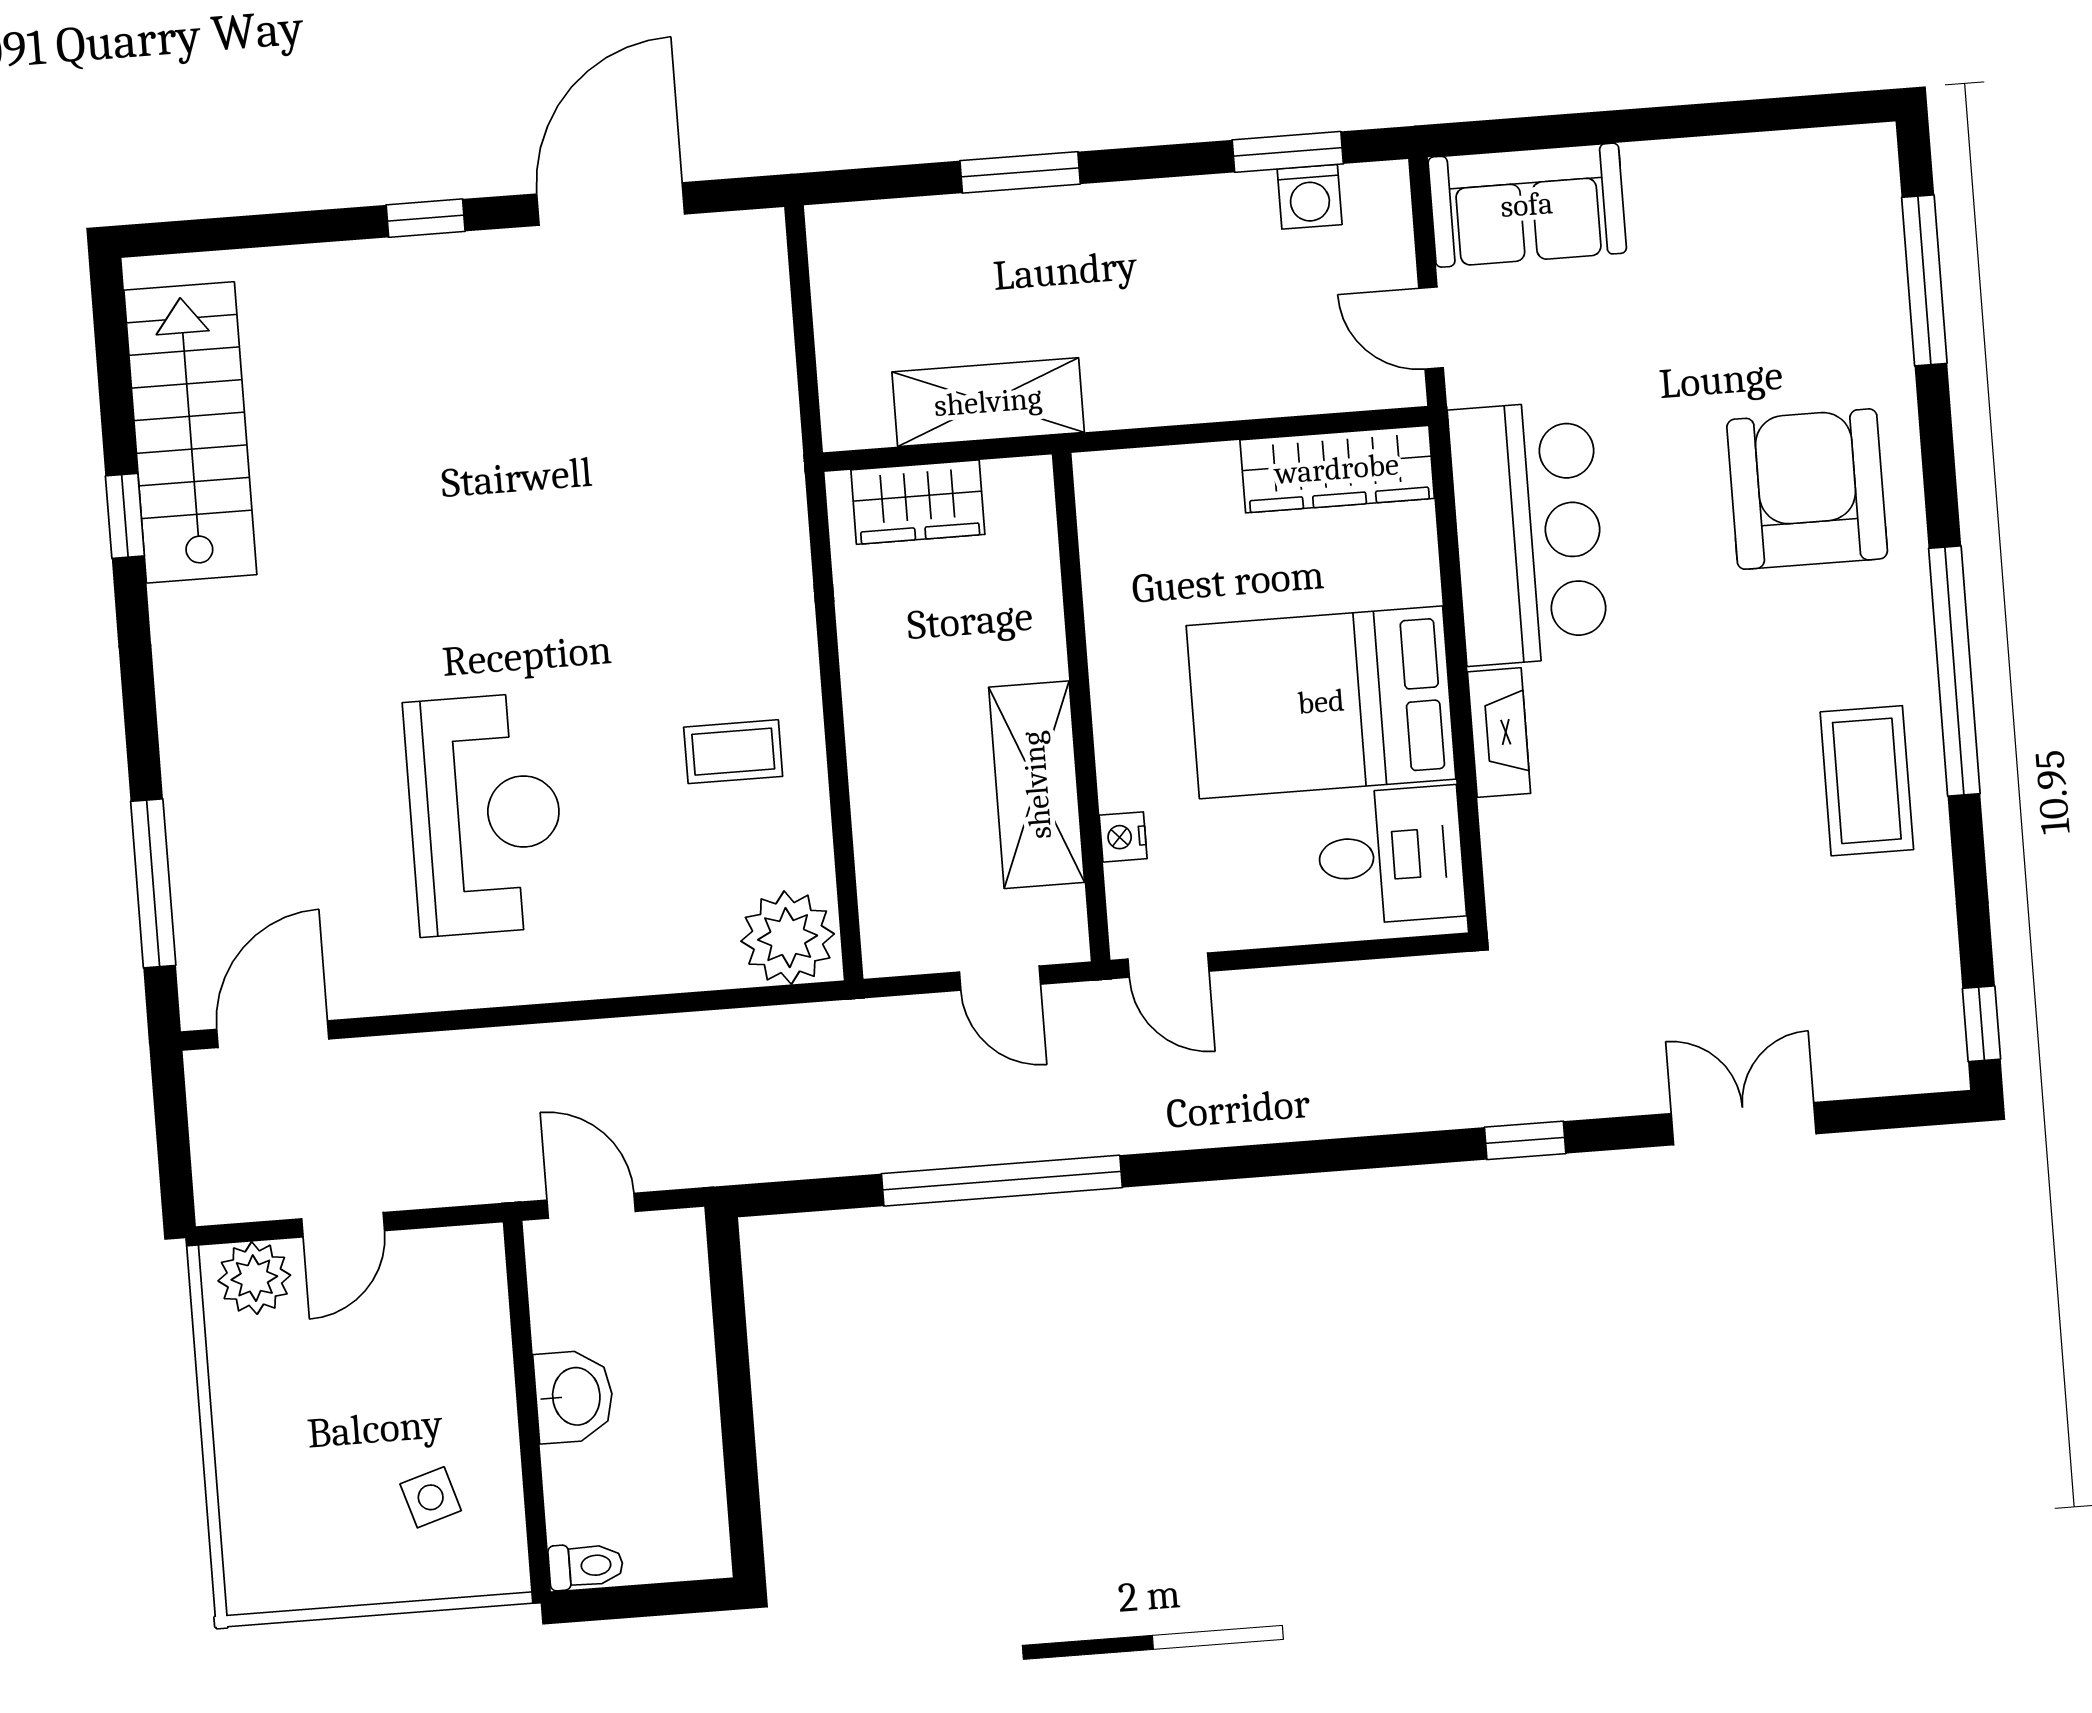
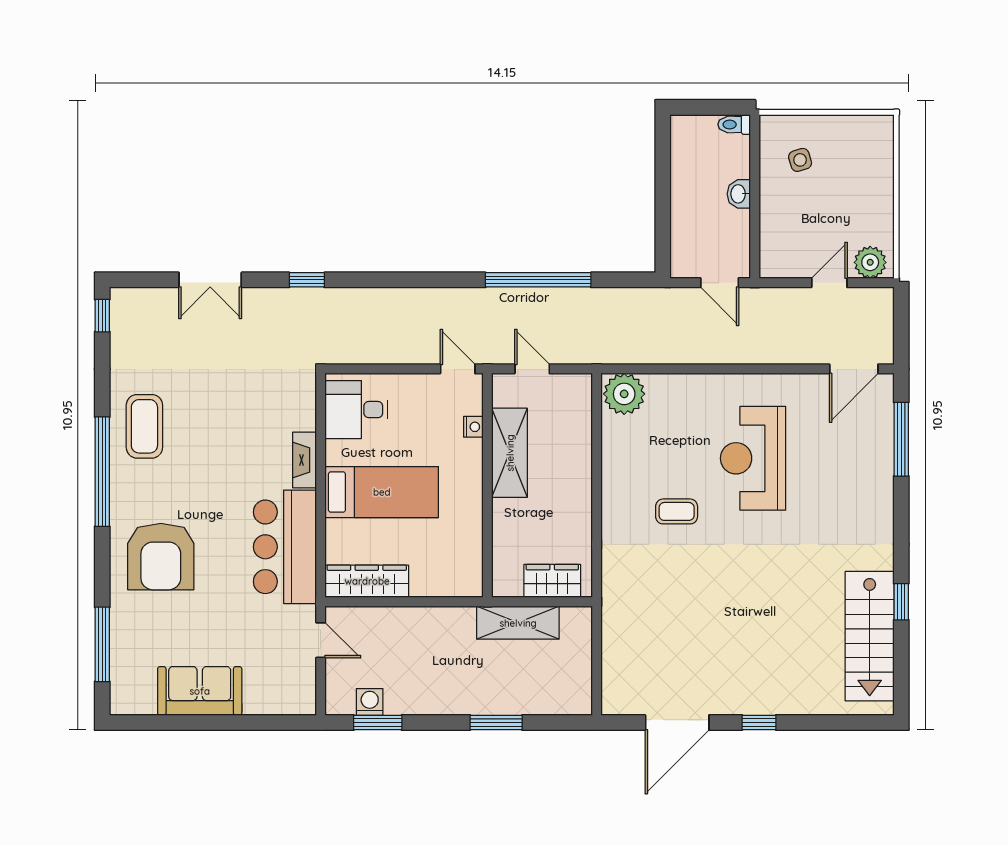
sofa: (1527, 205) -> (200, 691), moved
bed: (1321, 702) -> (382, 492), width x0.67
coffee table: (733, 752) -> (677, 511), moved
washbasin: (574, 1396) -> (739, 194), width x0.72, depth x0.69

